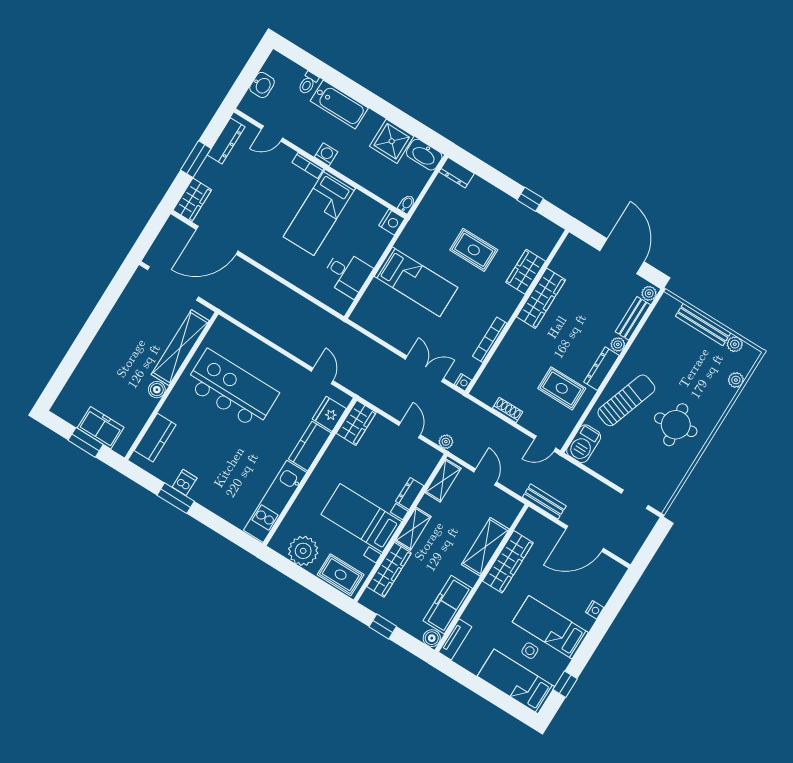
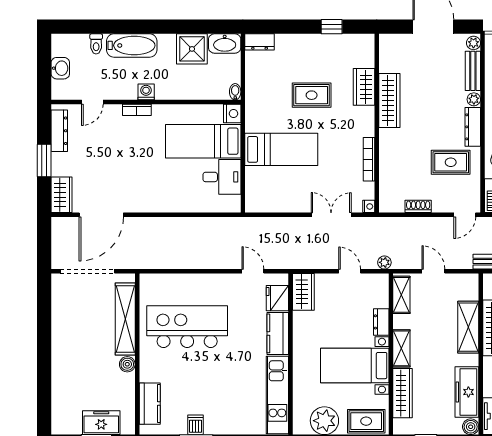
bed: (319, 212) -> (203, 141), moved, turned 90

